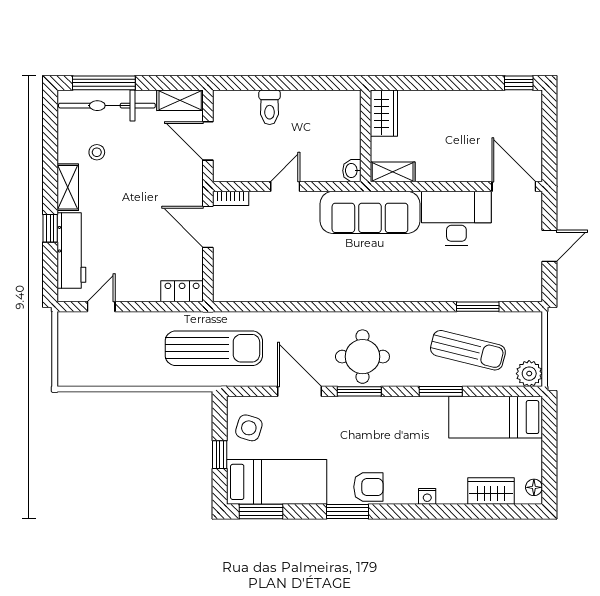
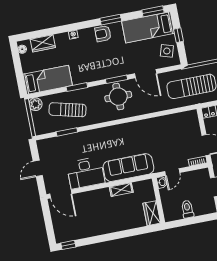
wardrobe: (384, 113) -> (152, 213), moved
wall: (366, 136) -> (158, 200), moved
washbasin: (352, 171) -> (162, 182), moved

